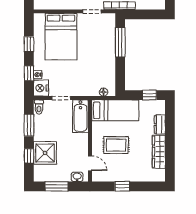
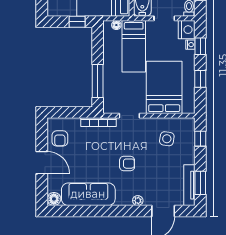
bed: (88, 73) -> (134, 46), added
window: (149, 95) -> (77, 22), moved

